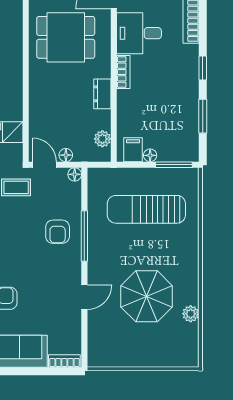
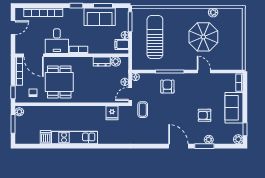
dresser: (102, 94) -> (102, 62), moved
sofa: (183, 110) -> (100, 17), added
sun lounger: (146, 209) -> (155, 37), turned 180
armchair: (58, 232) -> (167, 86), turned -90

